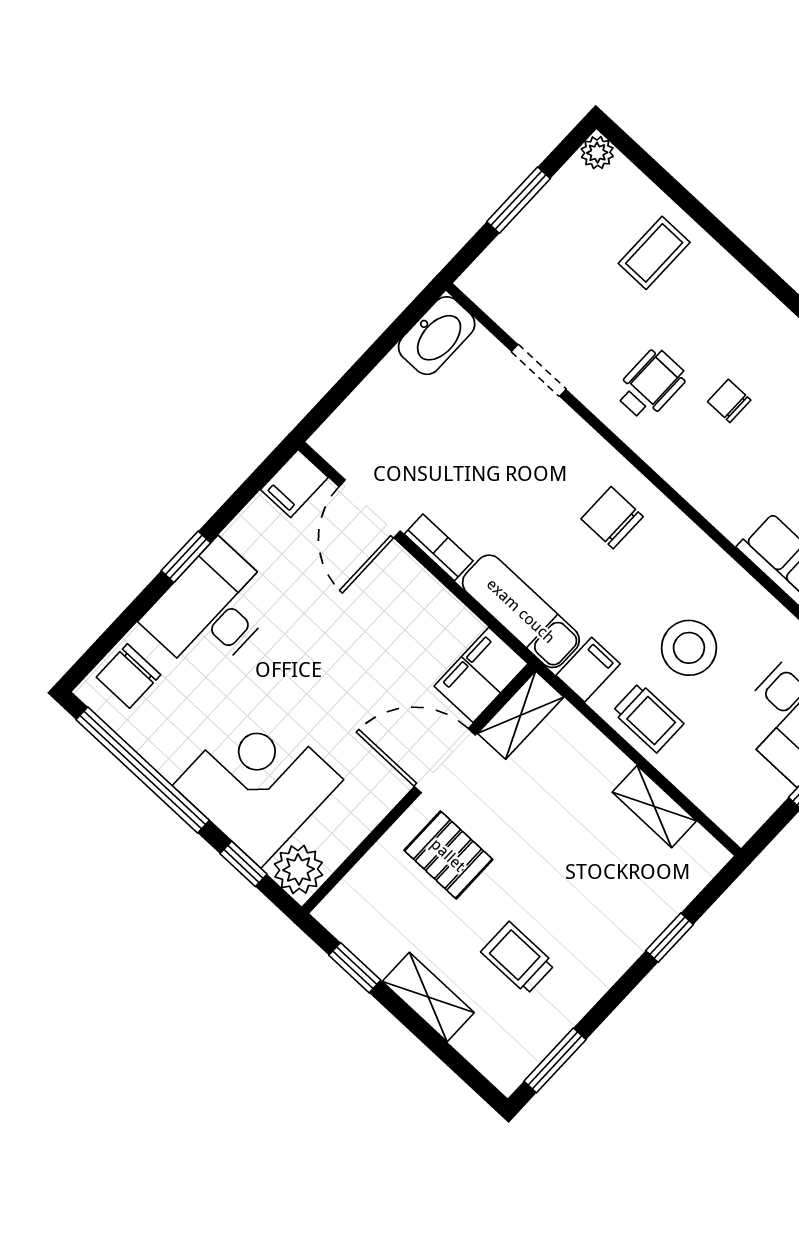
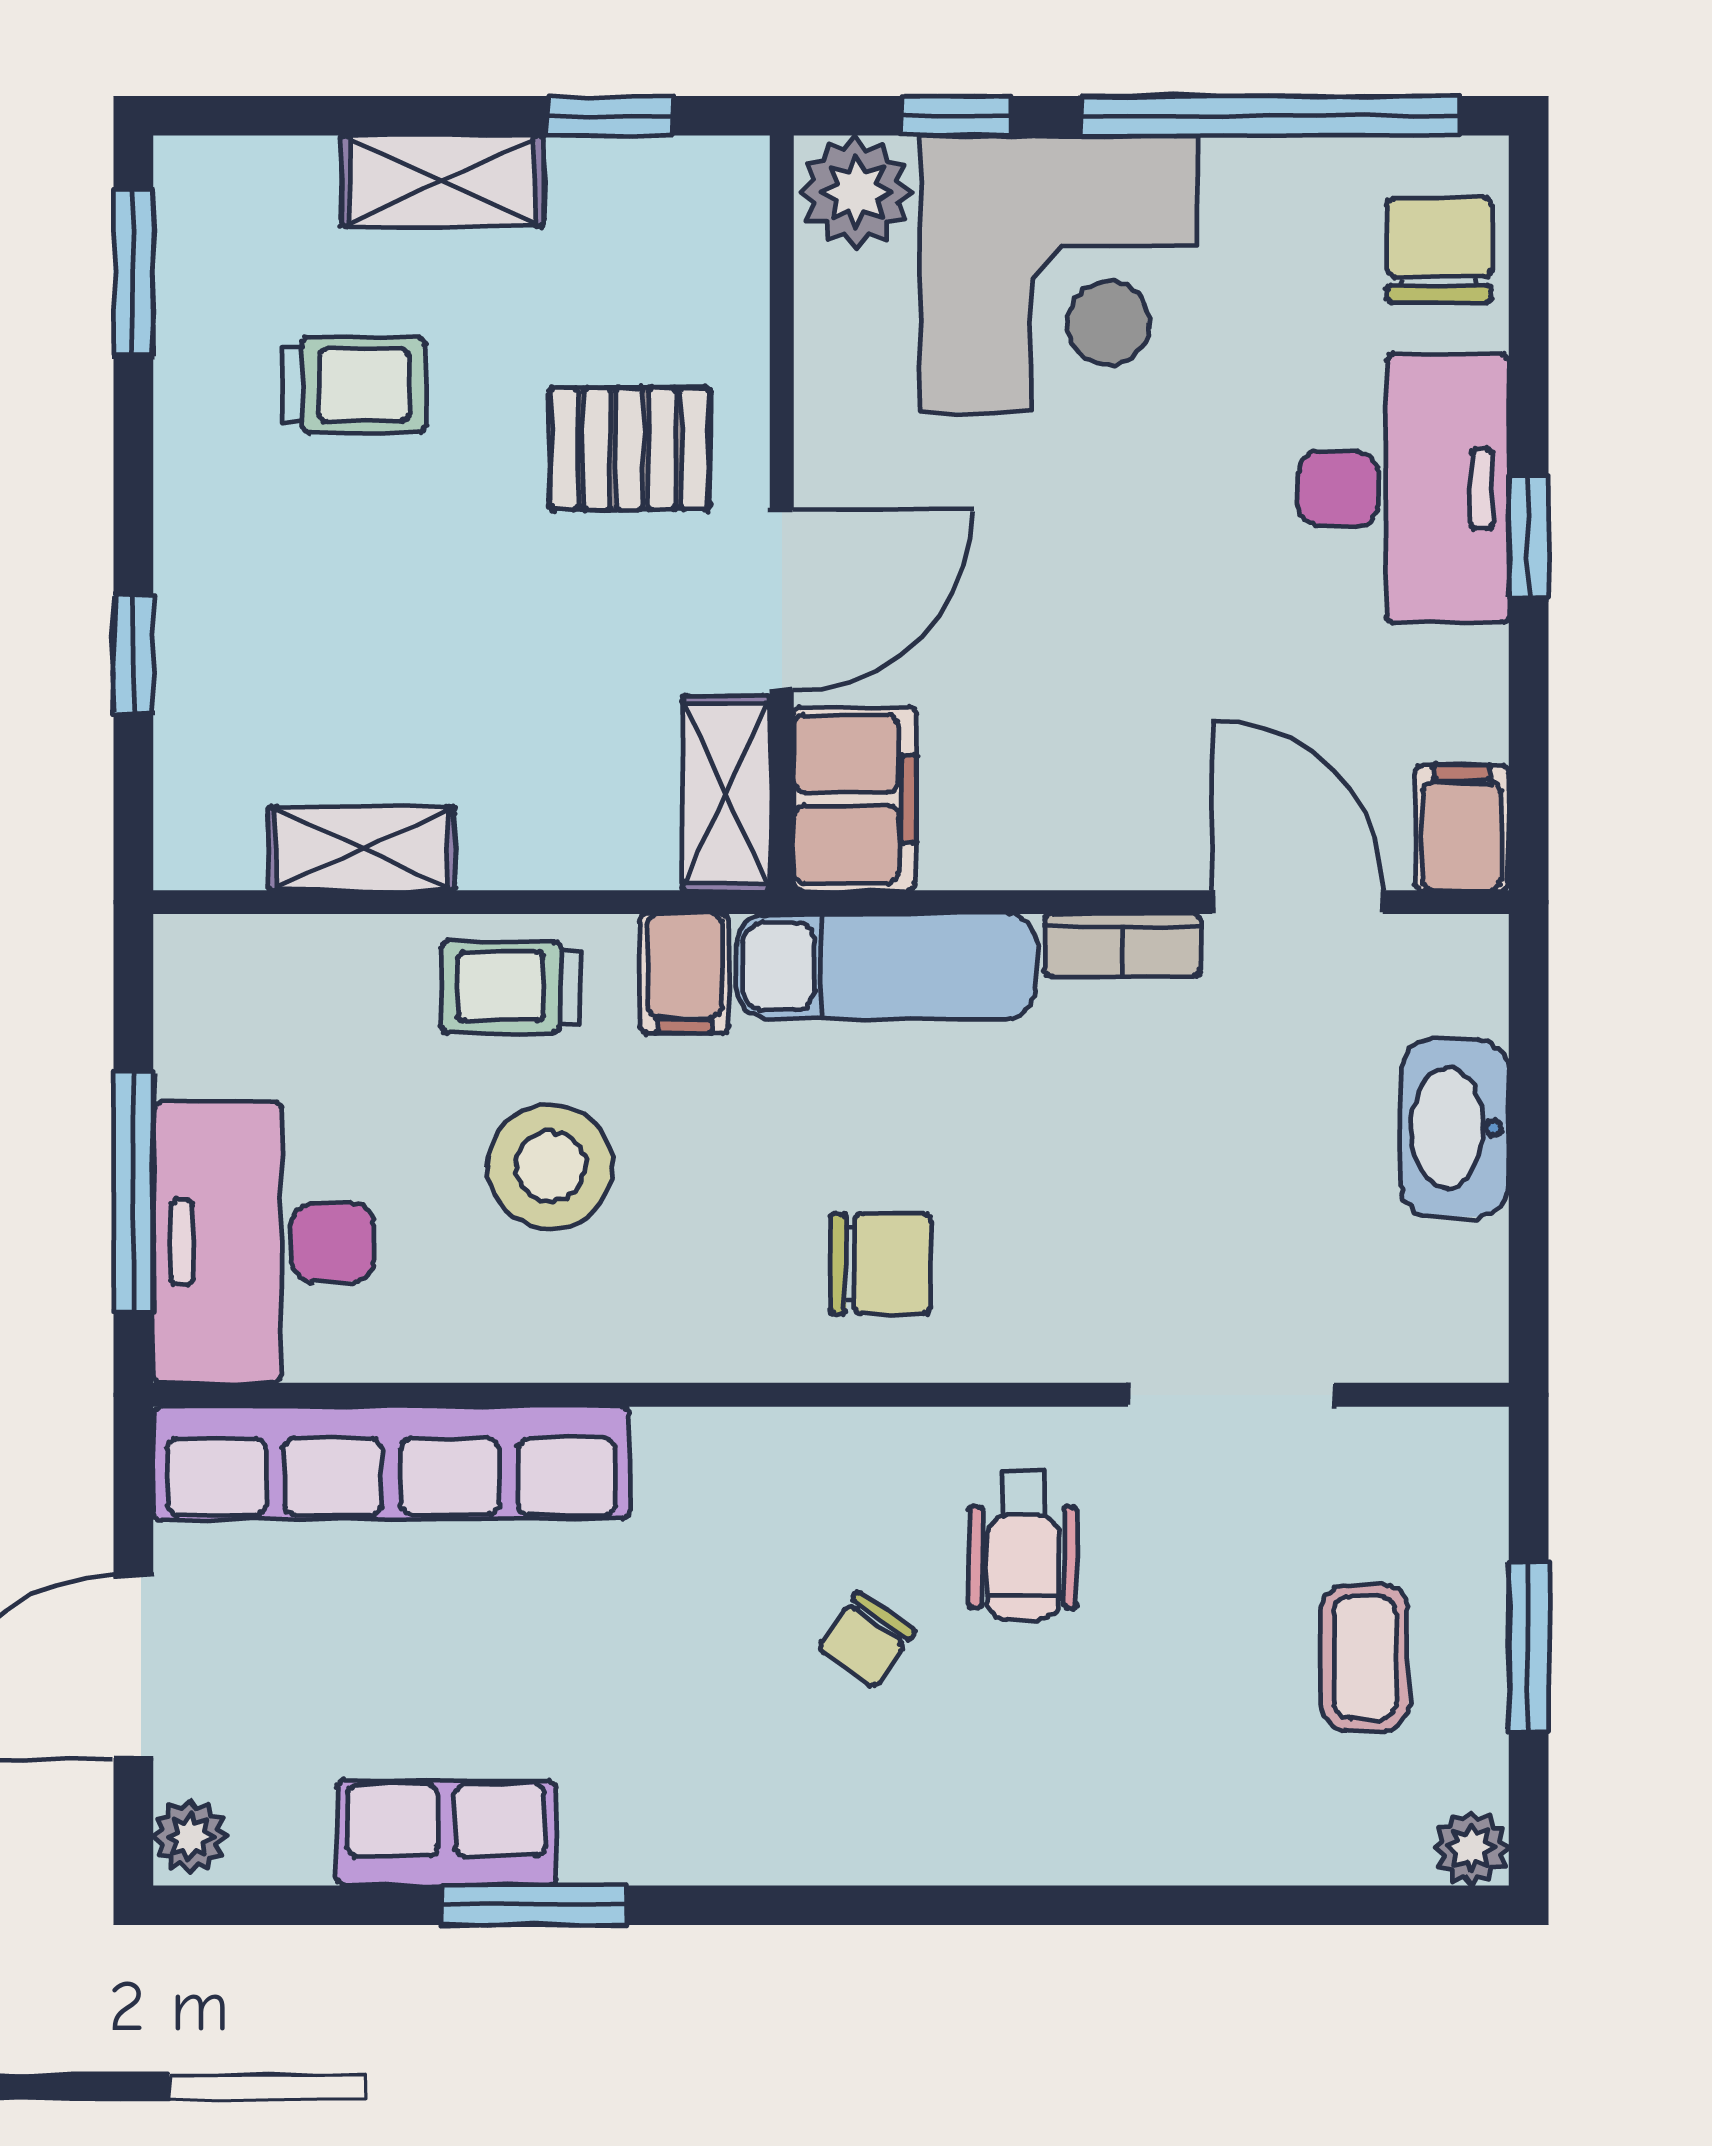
coffee table: (654, 253) -> (1365, 1658), moved
washbasin: (437, 336) -> (1455, 1128), moved
doorway: (539, 370) -> (1231, 1395), width x1.38
chair: (729, 401) -> (867, 1639), turned 125

